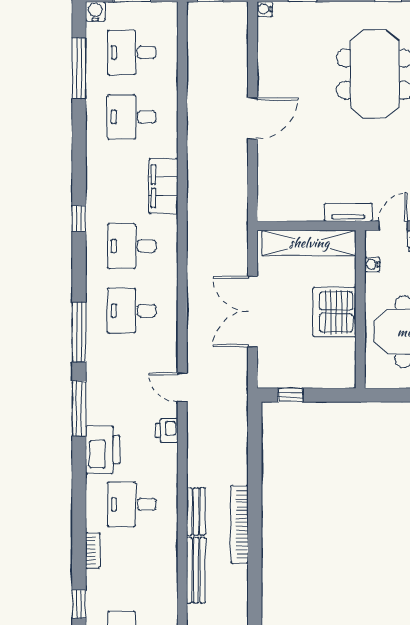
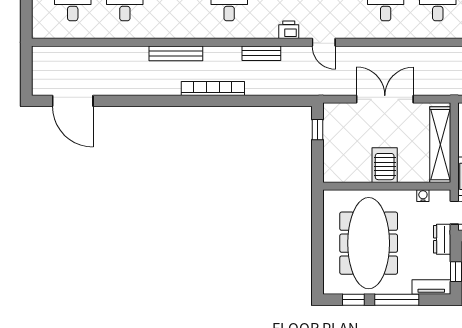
server rack: (334, 312) -> (385, 165), width x0.62
door: (182, 387) -> (324, 42), swing flipped
bench: (196, 512) -> (261, 53), moved

